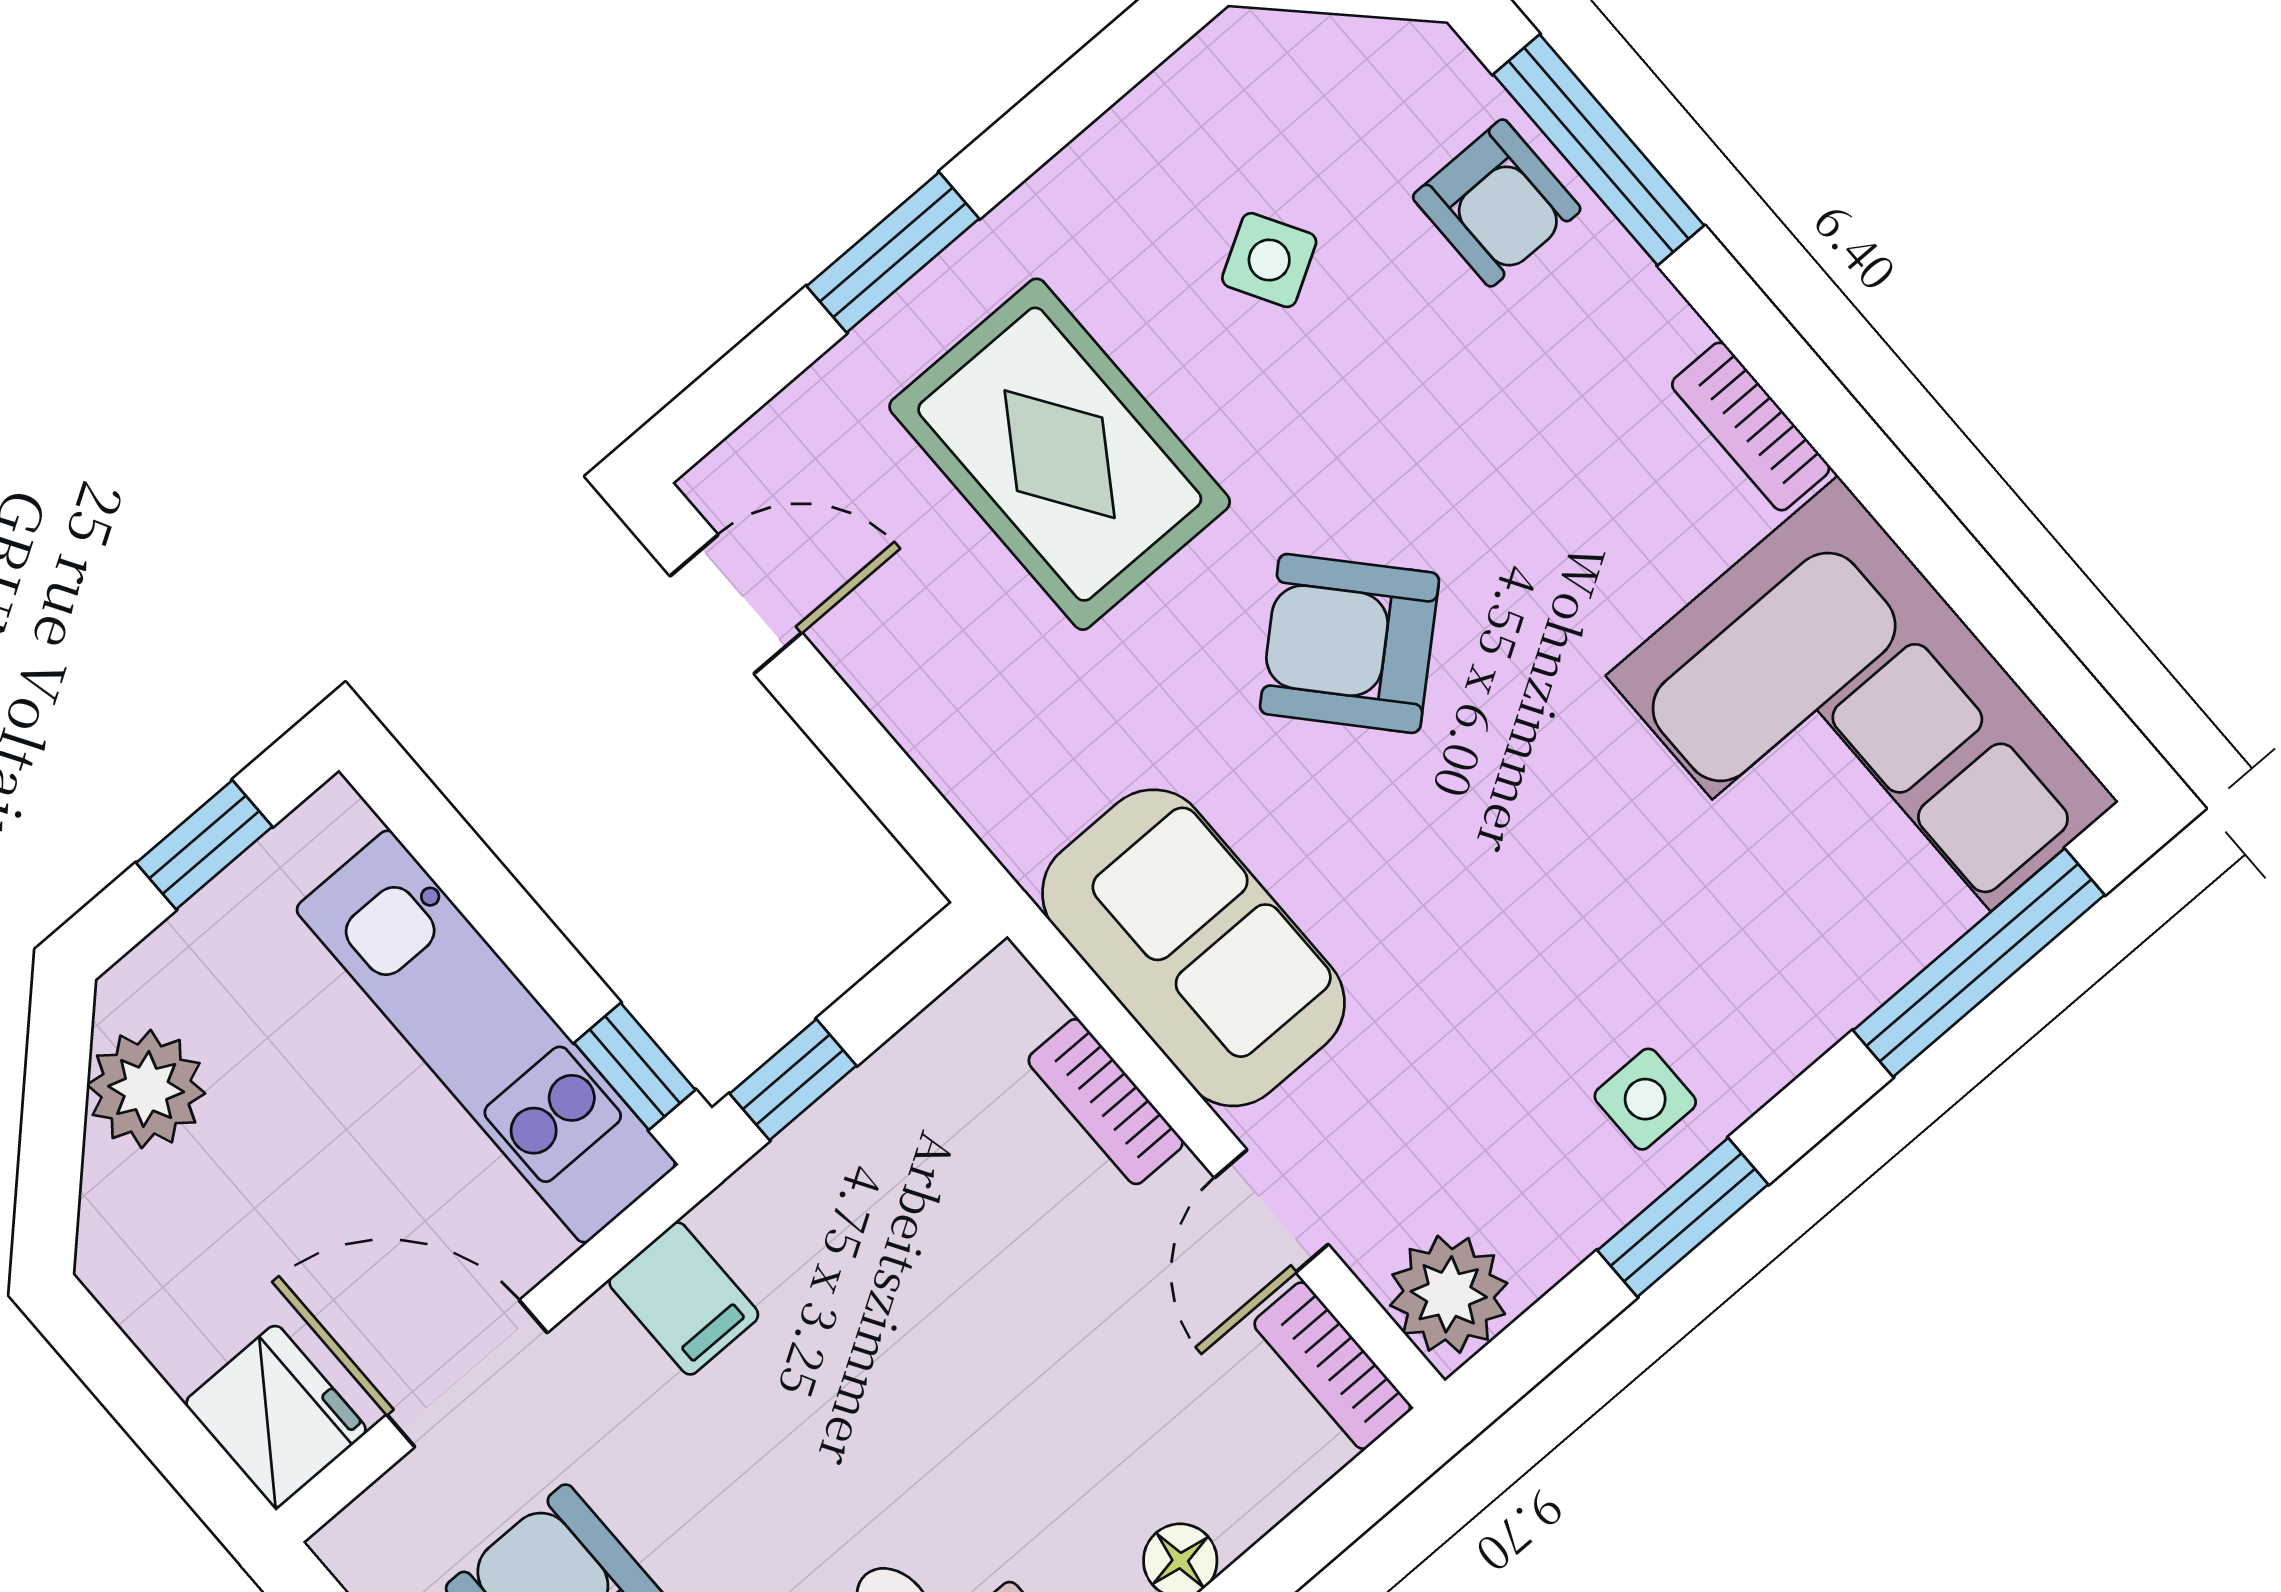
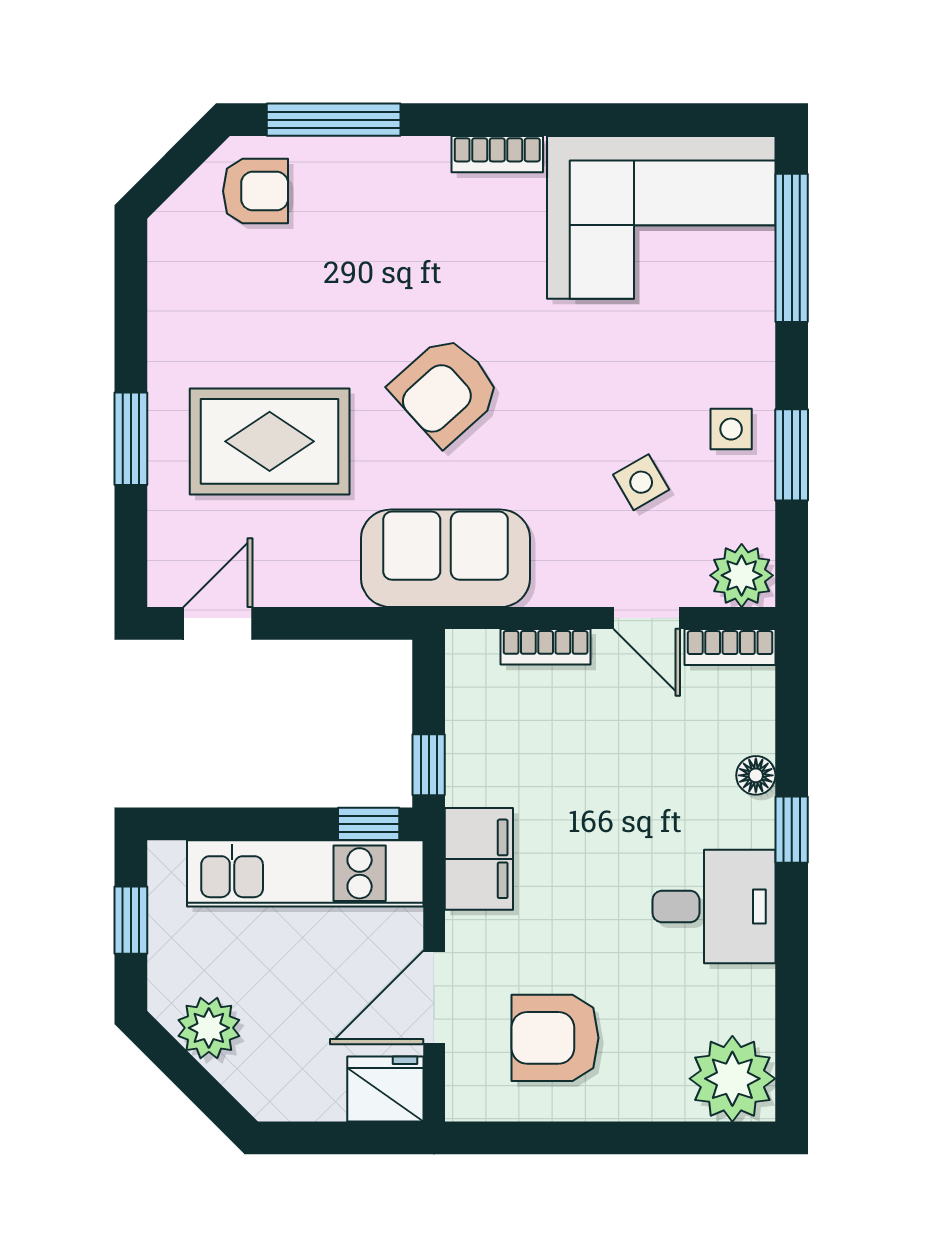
armchair: (1497, 203) -> (256, 191), moved
side table: (1269, 260) -> (641, 482), moved
sofa: (1193, 948) -> (446, 558), moved
filing cabinet: (684, 1299) -> (479, 859), width x2.00

